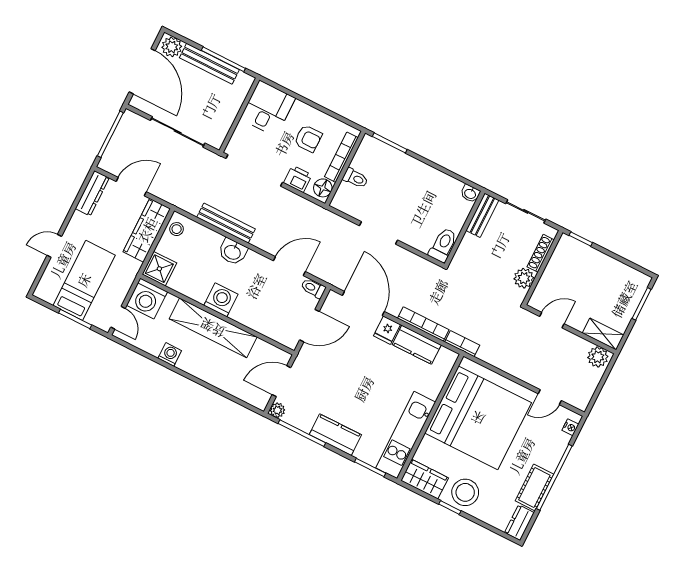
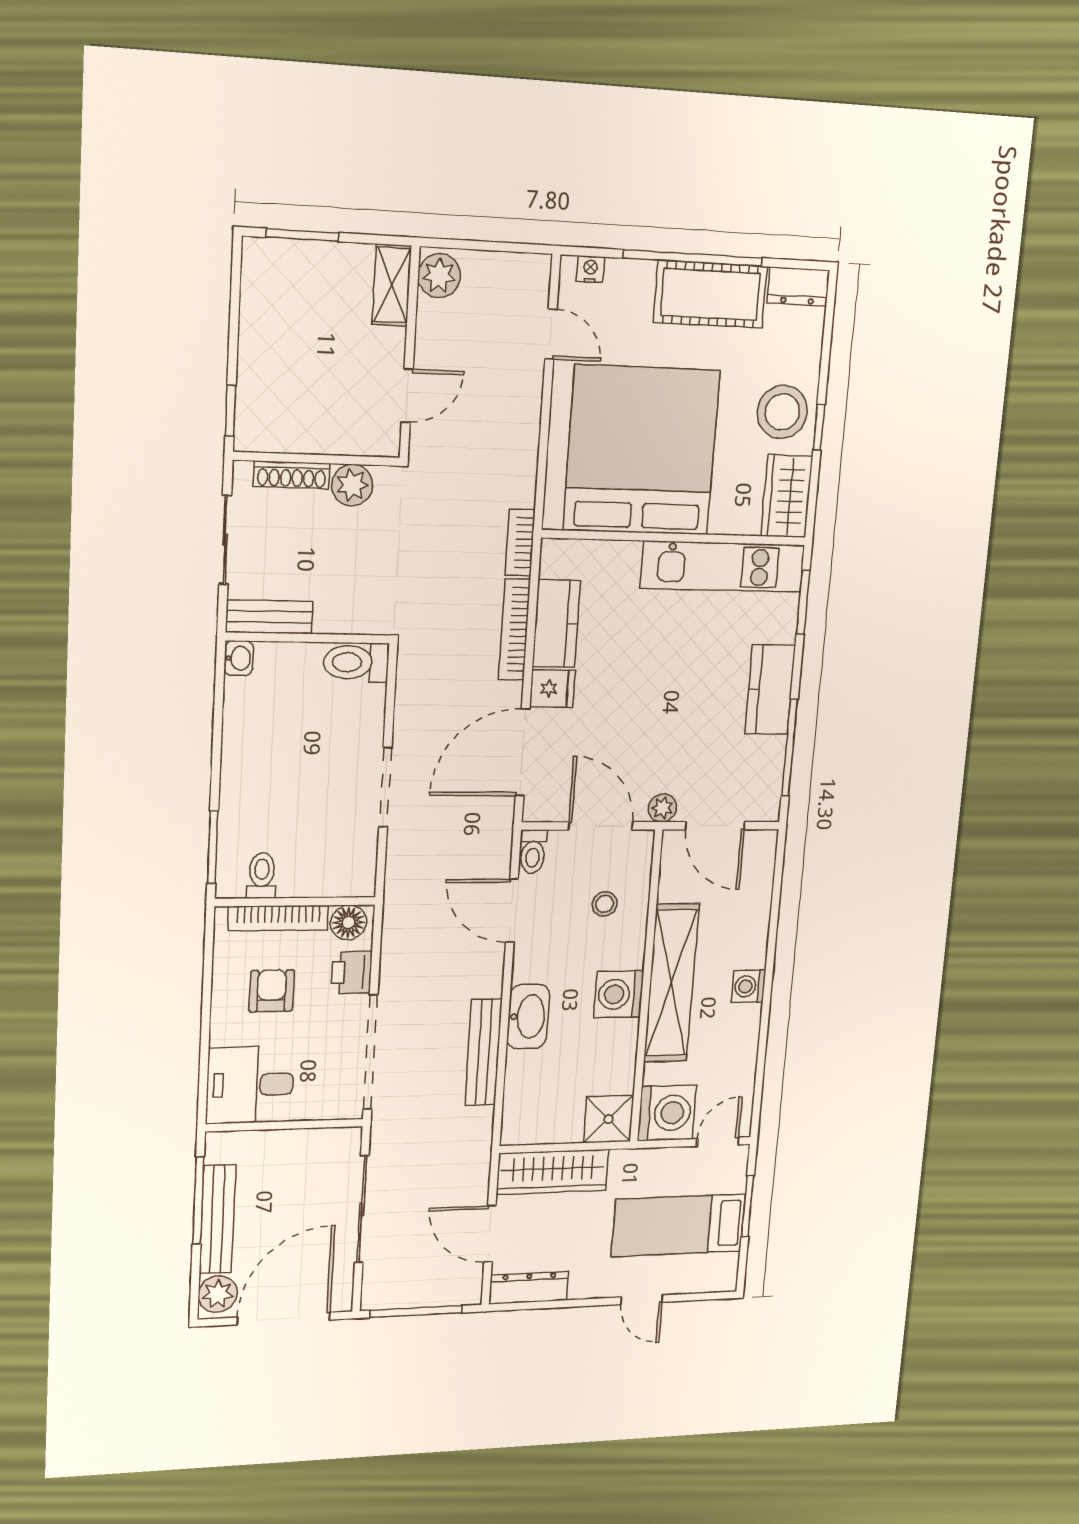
toilet: (355, 178) -> (262, 876), moved
stool: (177, 229) -> (605, 904), moved
washbasin: (233, 252) -> (528, 1016), width x1.38
door: (552, 320) -> (407, 396), swing flipped
washing machine: (170, 354) -> (749, 986), moved
plant: (277, 410) -> (662, 808), moved
cot: (534, 488) -> (710, 294), width x1.37, depth x1.34

